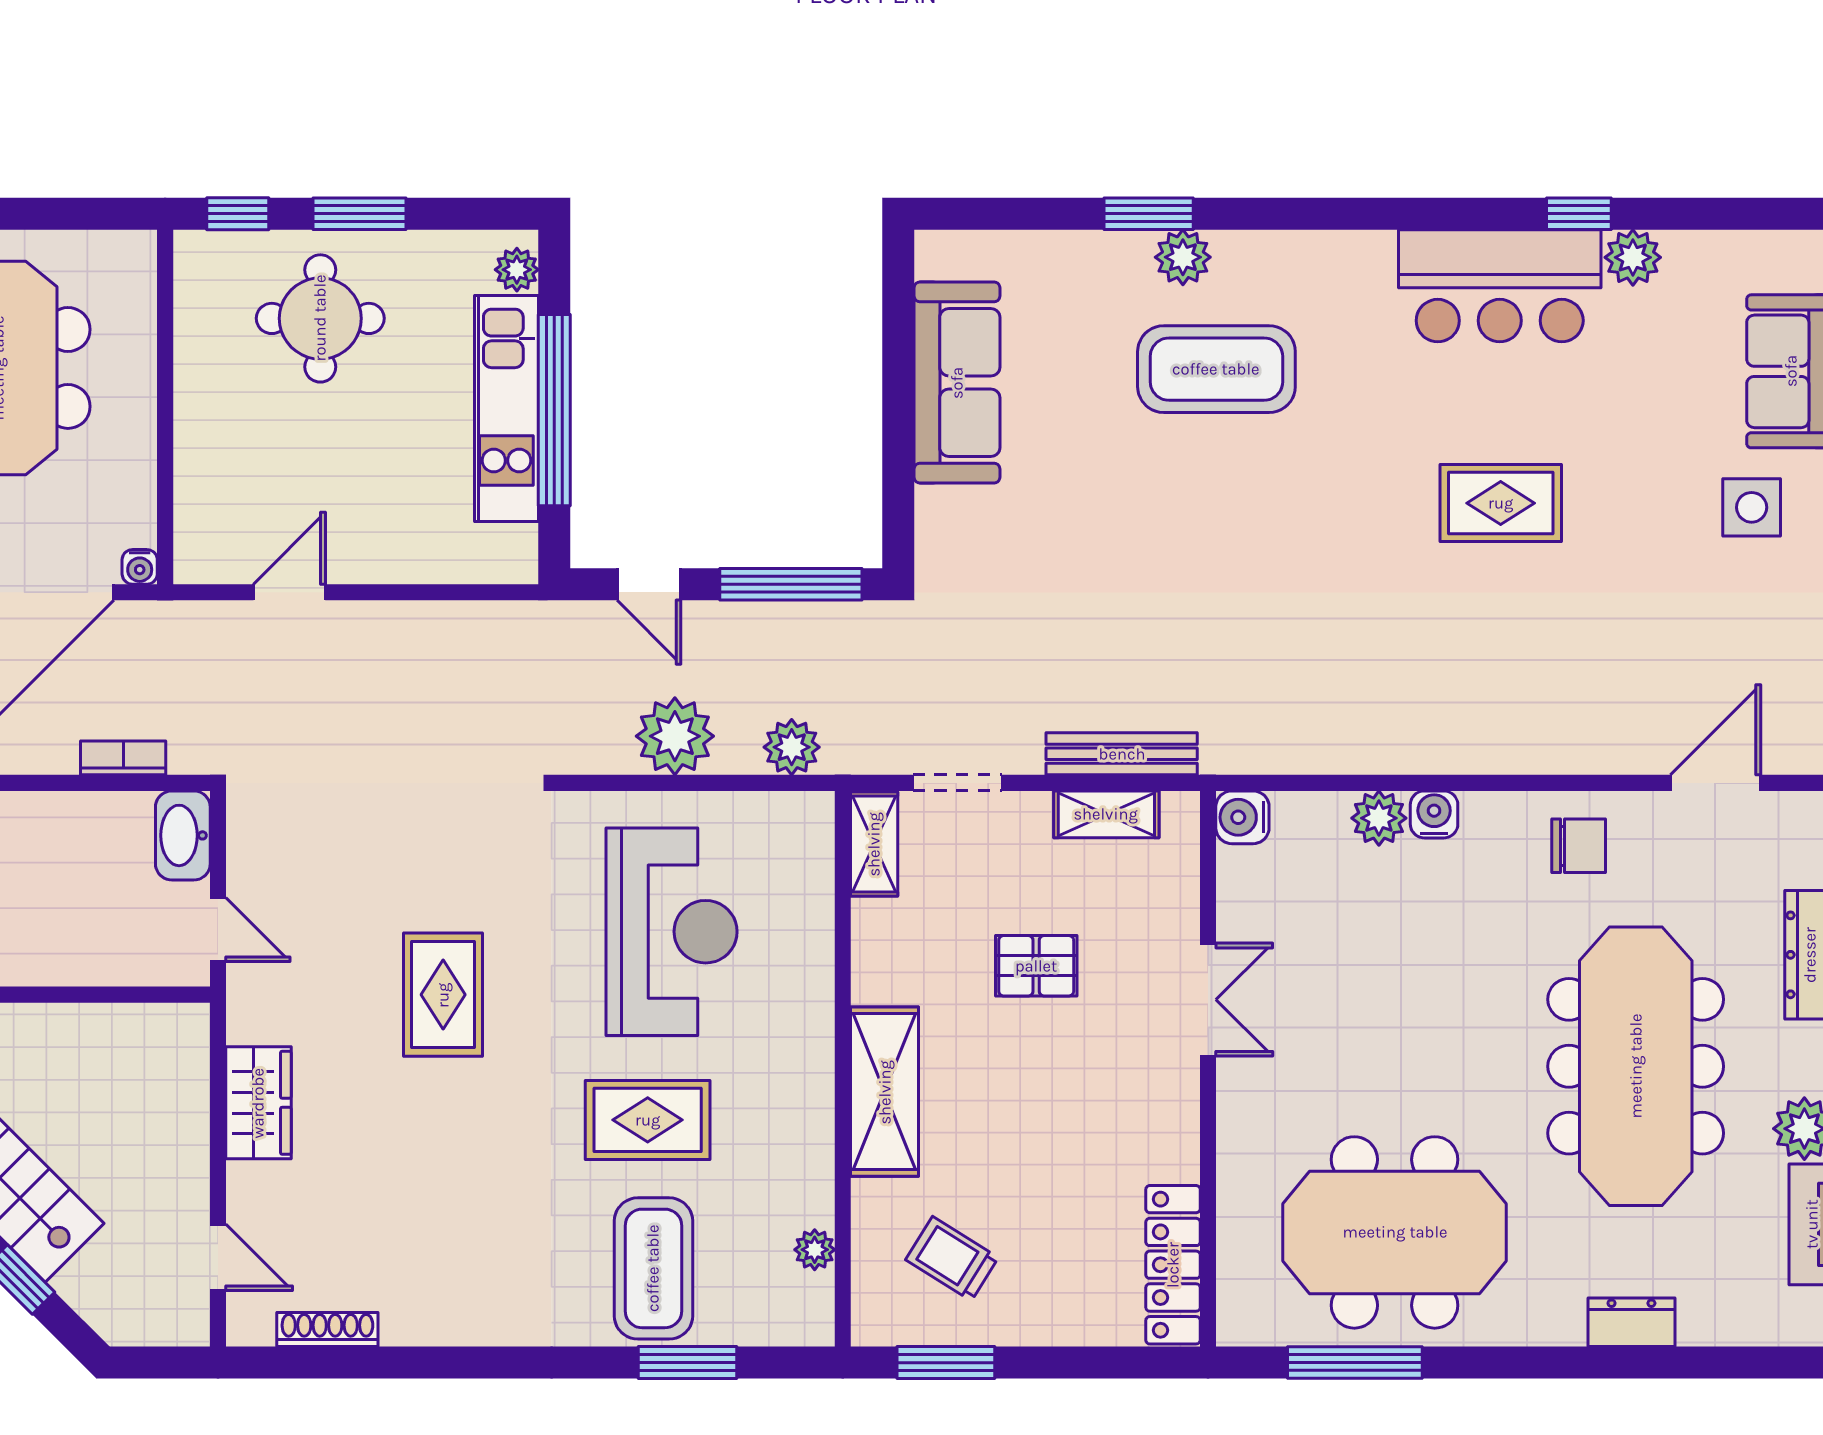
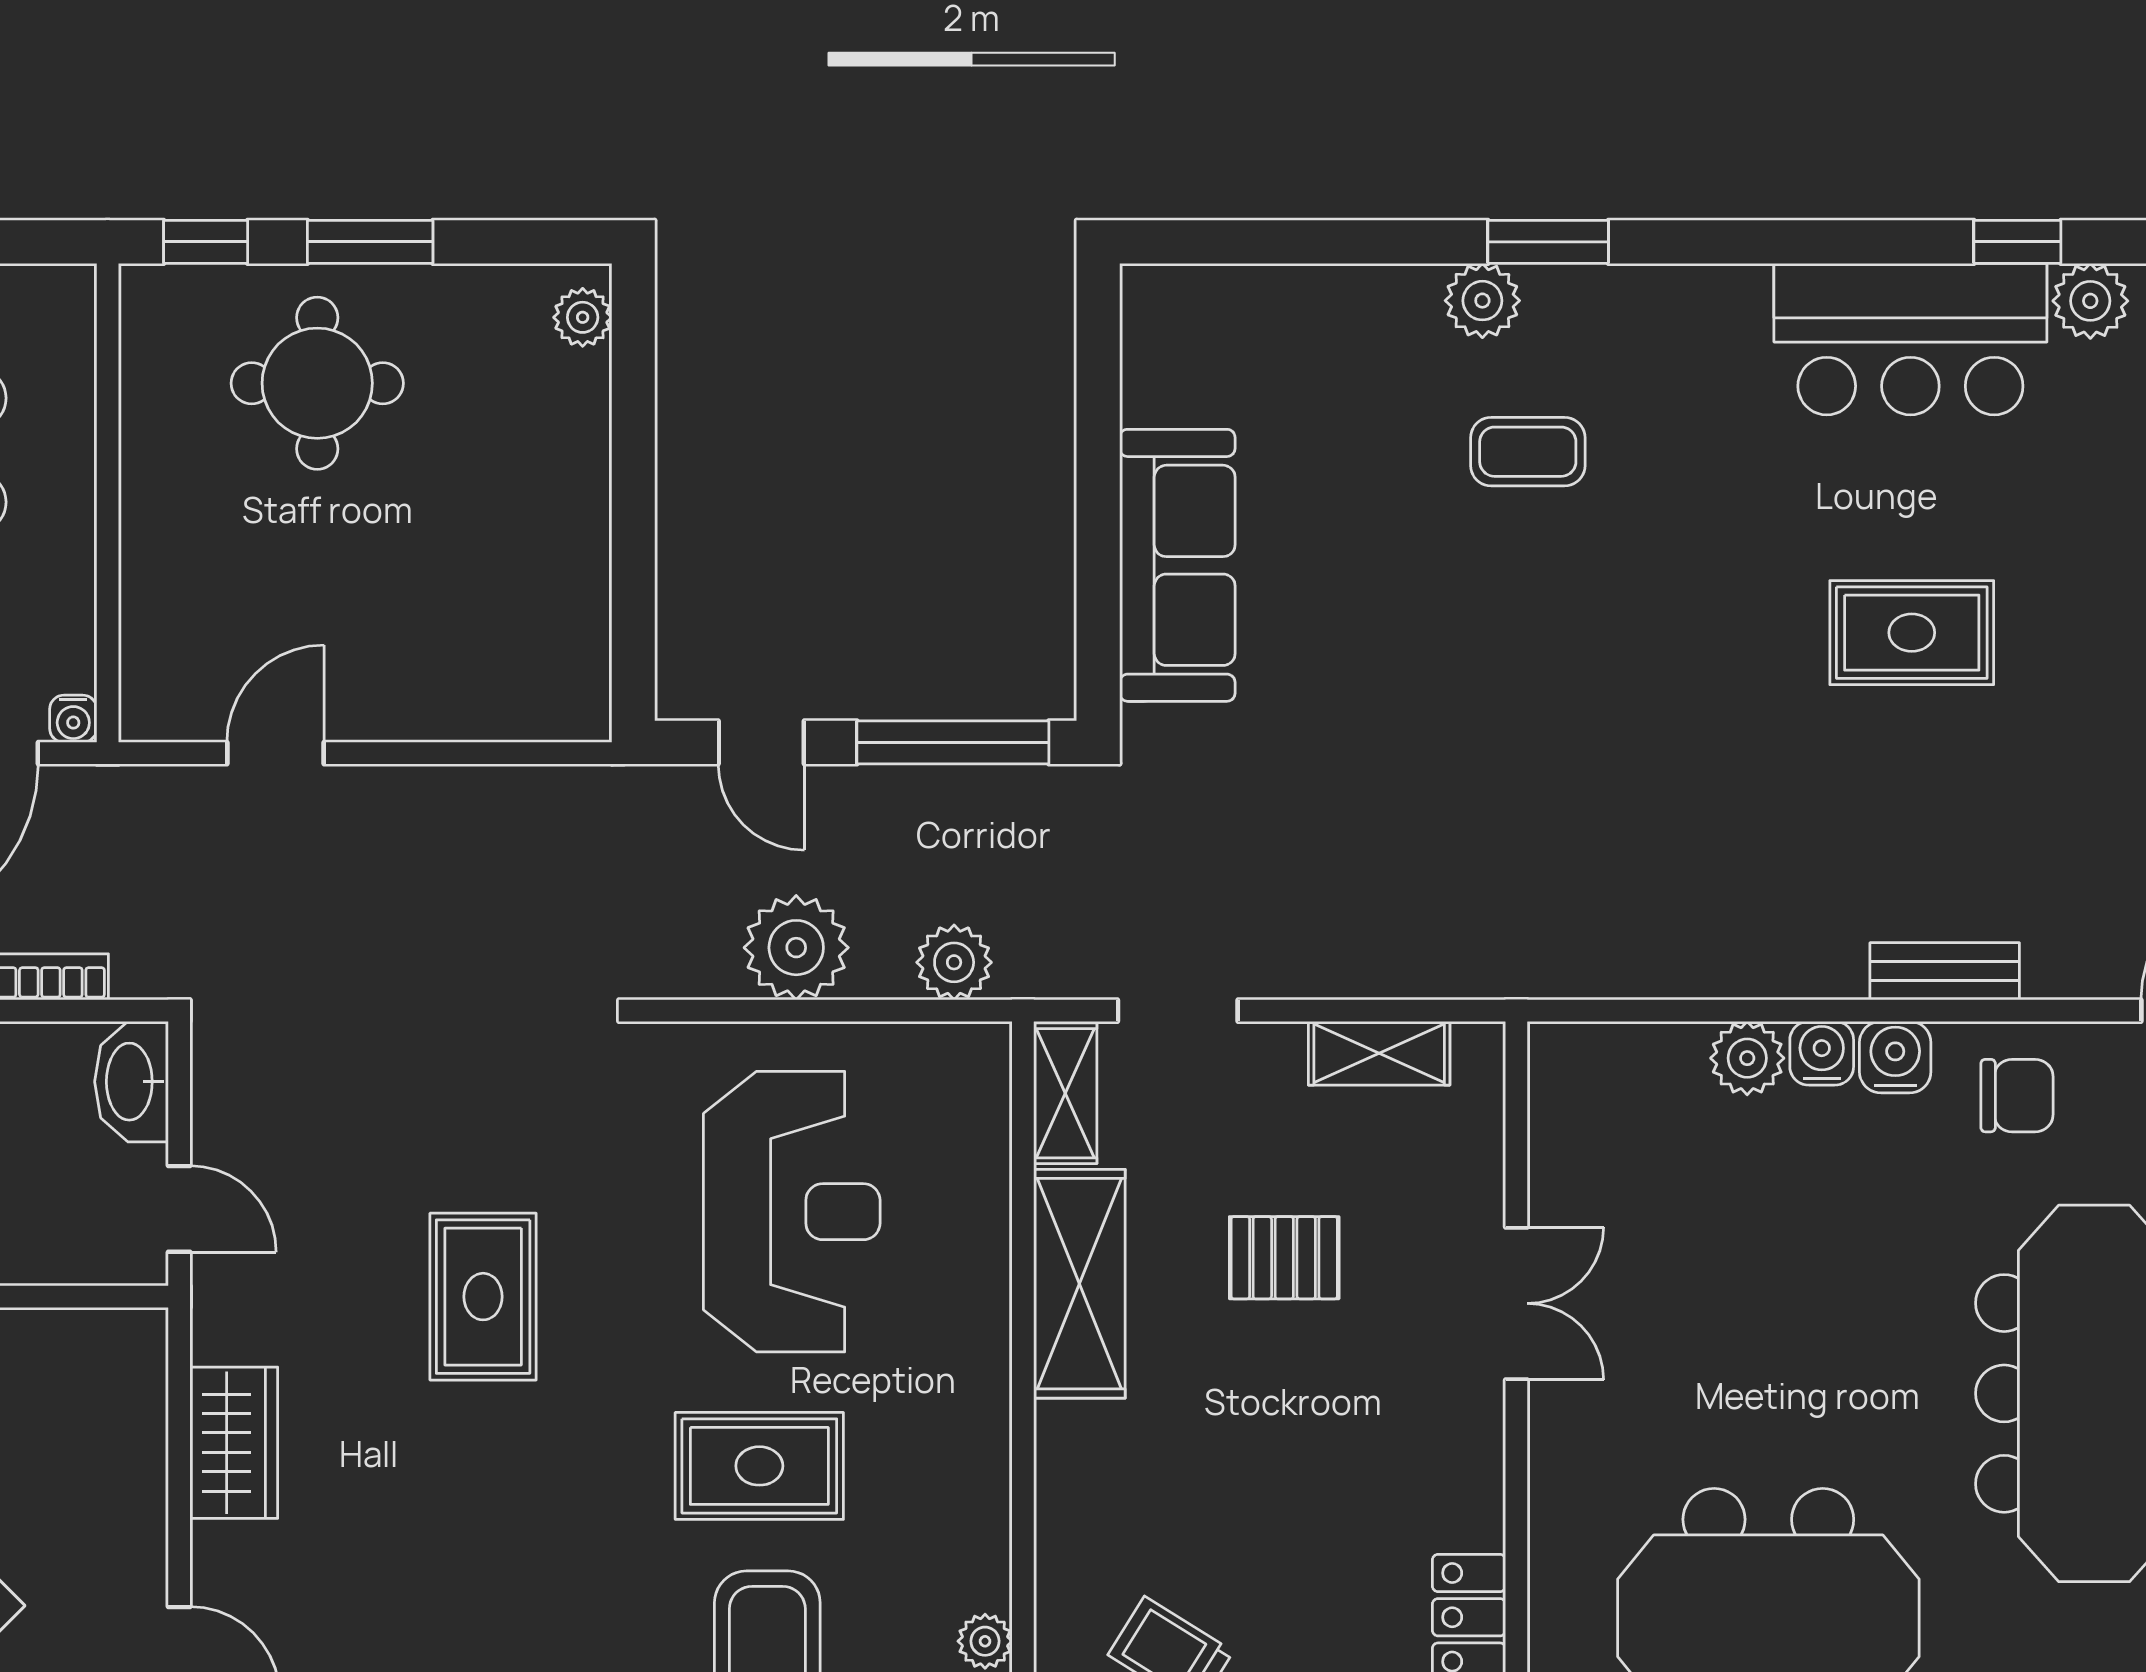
window: (1149, 214) -> (1548, 242), moved
coffee table: (1216, 369) -> (1528, 452), width x0.54, depth x0.58
sofa: (957, 383) -> (1177, 565), moved
kitchen unit: (506, 408) -> (569, 505), removed
window: (554, 410) -> (633, 507), removed
bench: (1122, 754) -> (1945, 971), moved, width x0.73
water cooler: (1242, 817) -> (1895, 1057), moved, turned 90
shelving: (885, 1092) -> (1079, 1284), moved

